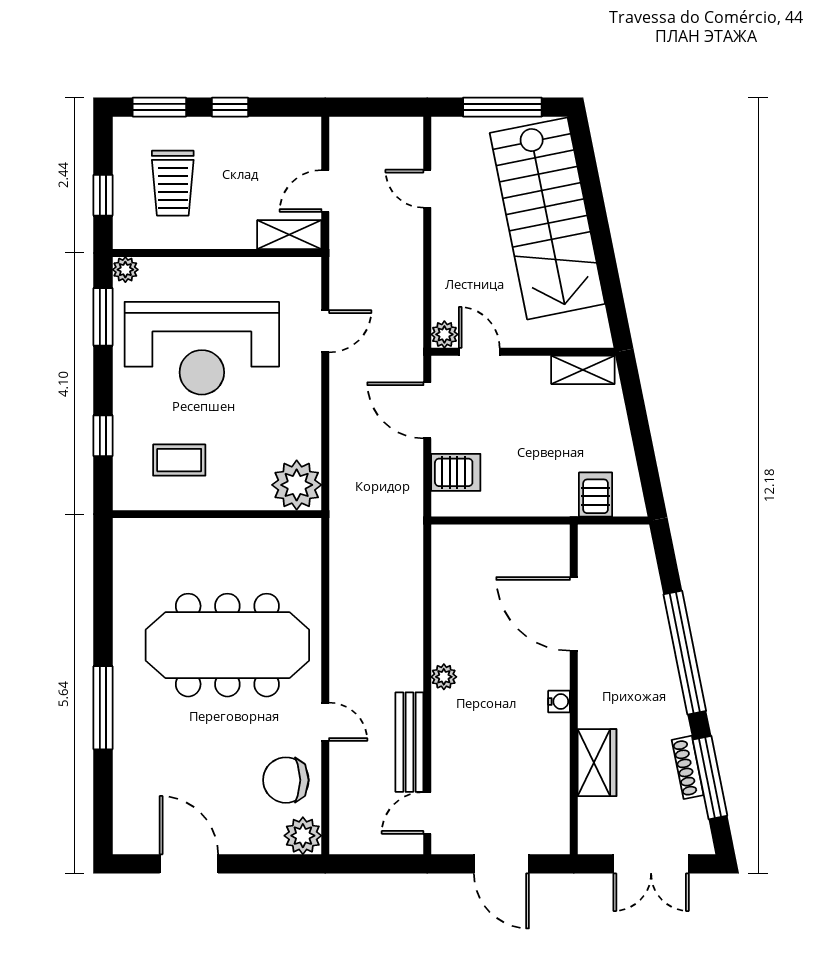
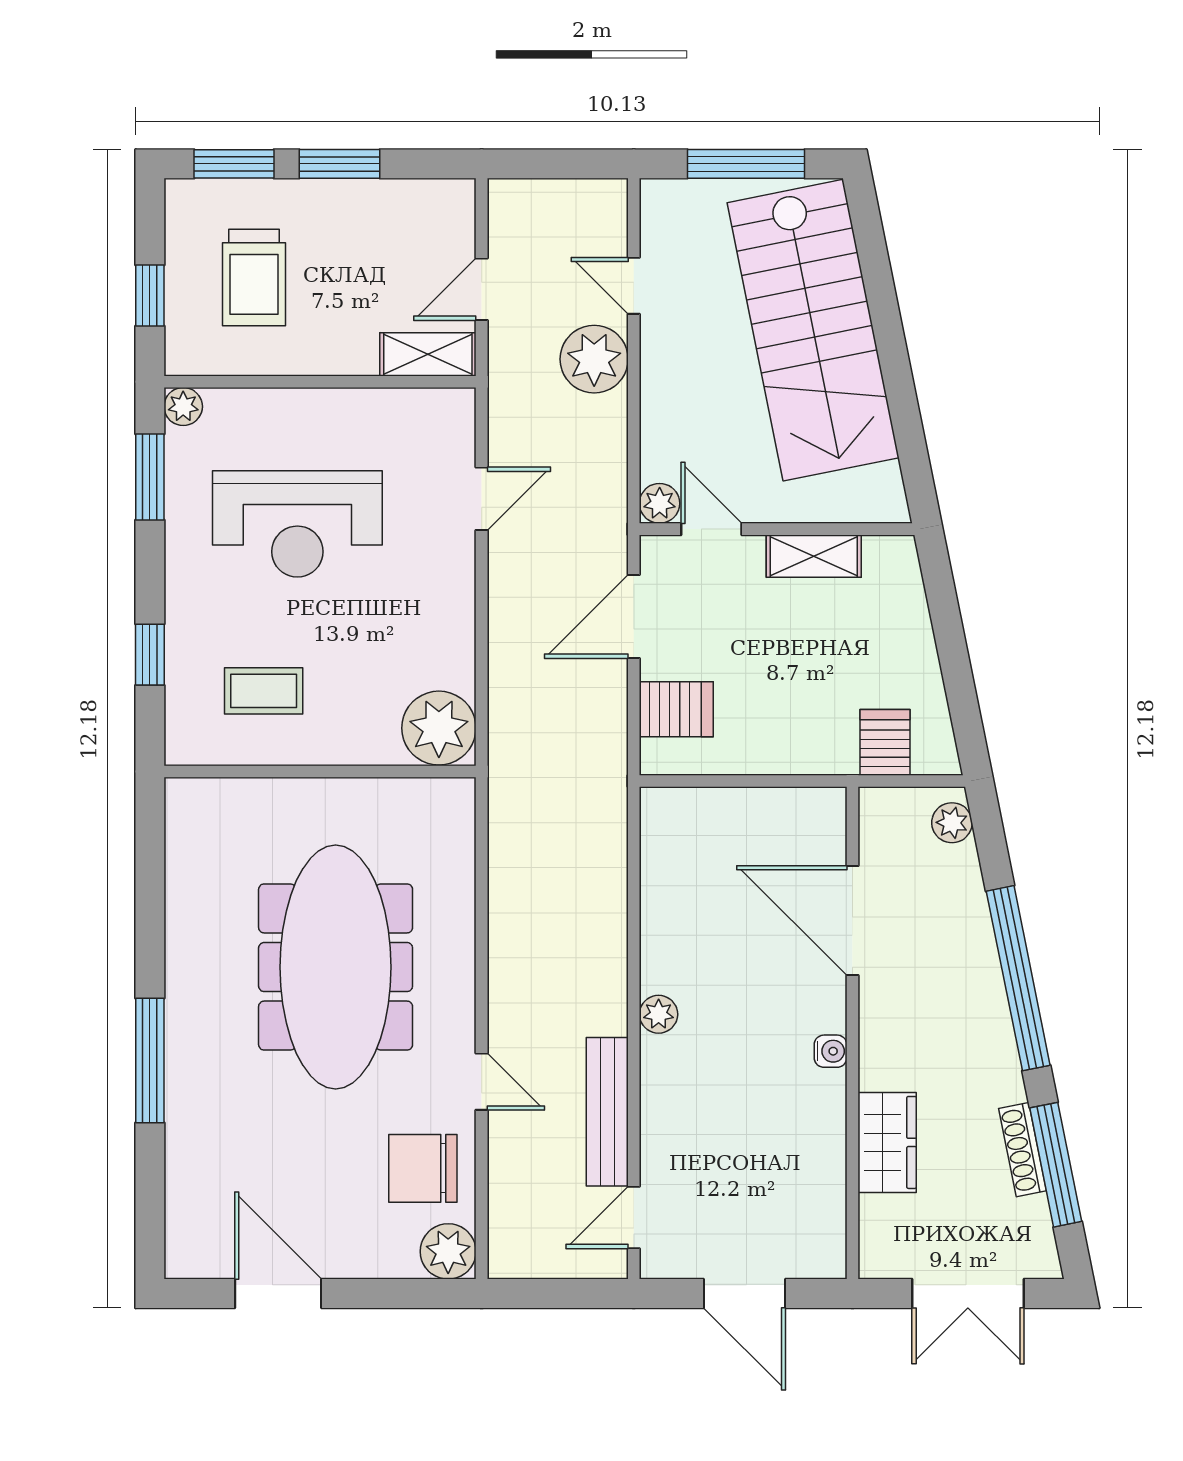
window: (230, 107) -> (339, 164), width x1.50
plant: (401, 238) -> (594, 359), added
reception desk: (202, 348) -> (297, 524), width x0.74, depth x0.77
shelving: (583, 370) -> (814, 556), moved
door: (427, 410) -> (634, 617), hinge flipped
plant: (640, 548) -> (952, 823), added
meeting table: (227, 645) -> (336, 967), turned 90

